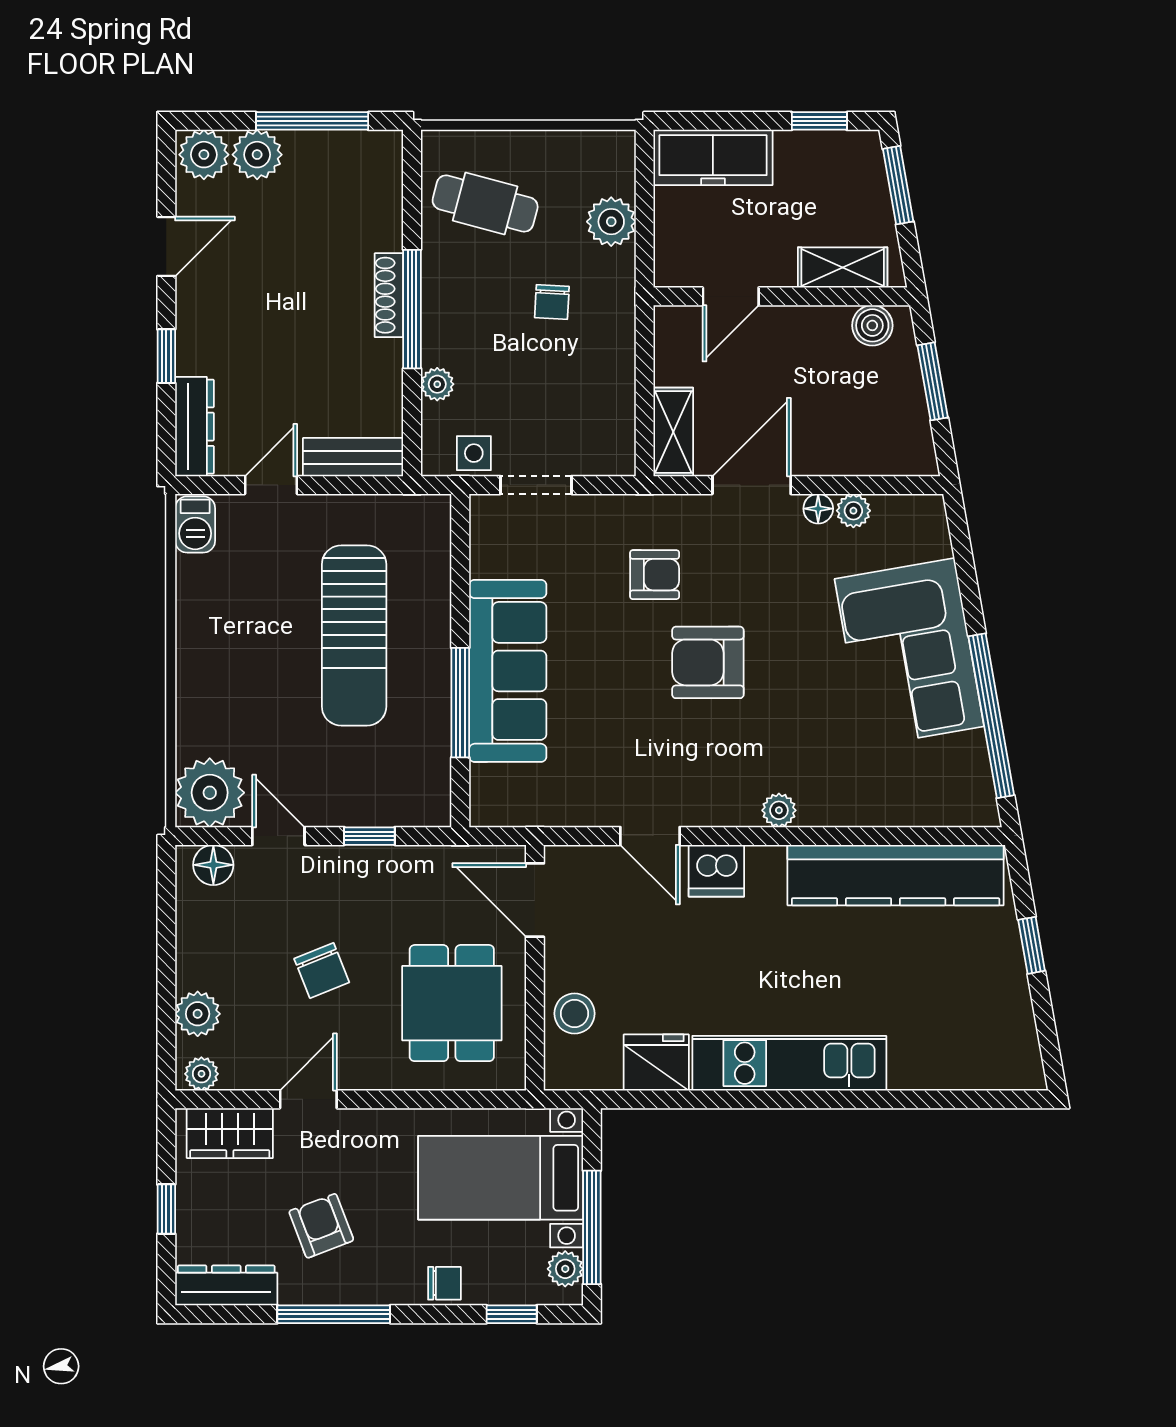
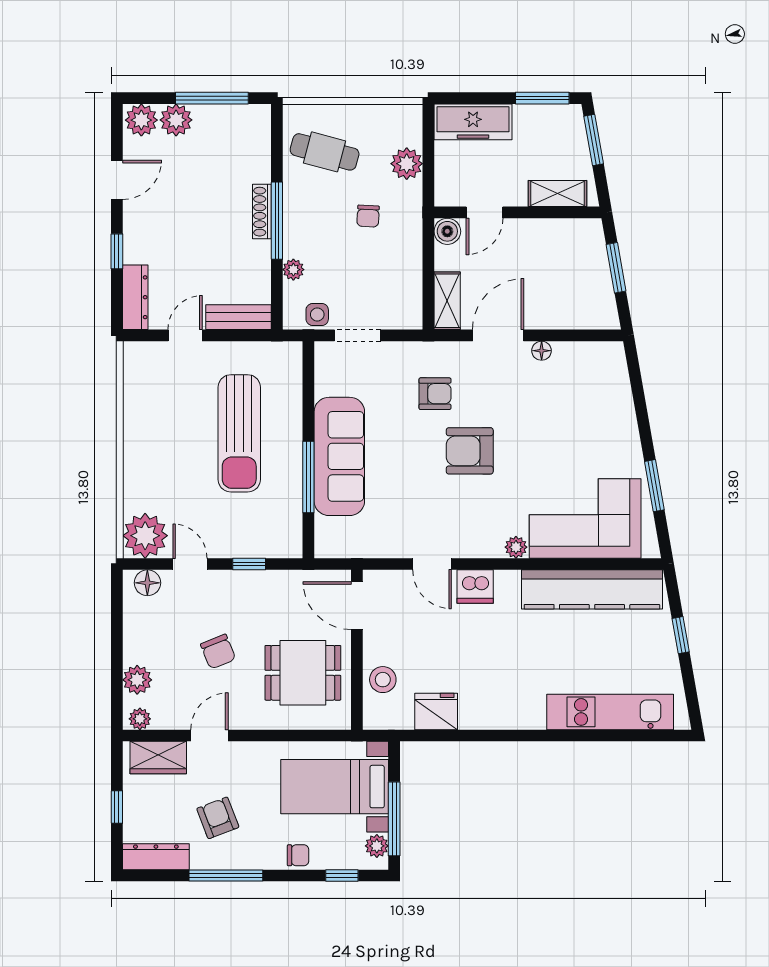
window: (819, 121) -> (542, 98), width x1.50
boiler: (872, 325) -> (447, 231), moved
plant: (853, 511) -> (564, 352), removed
barbecue: (195, 524) -> (136, 361), removed
corner sofa: (909, 653) -> (585, 519), moved, turned 100
window: (991, 716) -> (654, 486), width x0.47
dining table: (452, 1003) -> (303, 673), turned 90
kitchen unit: (789, 1063) -> (610, 712), moved

